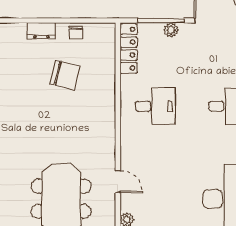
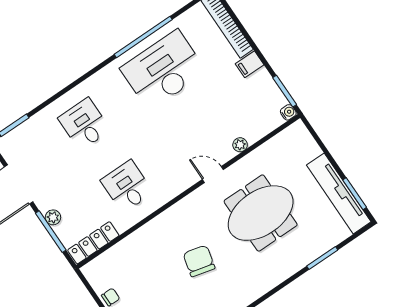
chair: (65, 75) -> (199, 261), moved
door: (118, 182) -> (213, 175), hinge flipped

